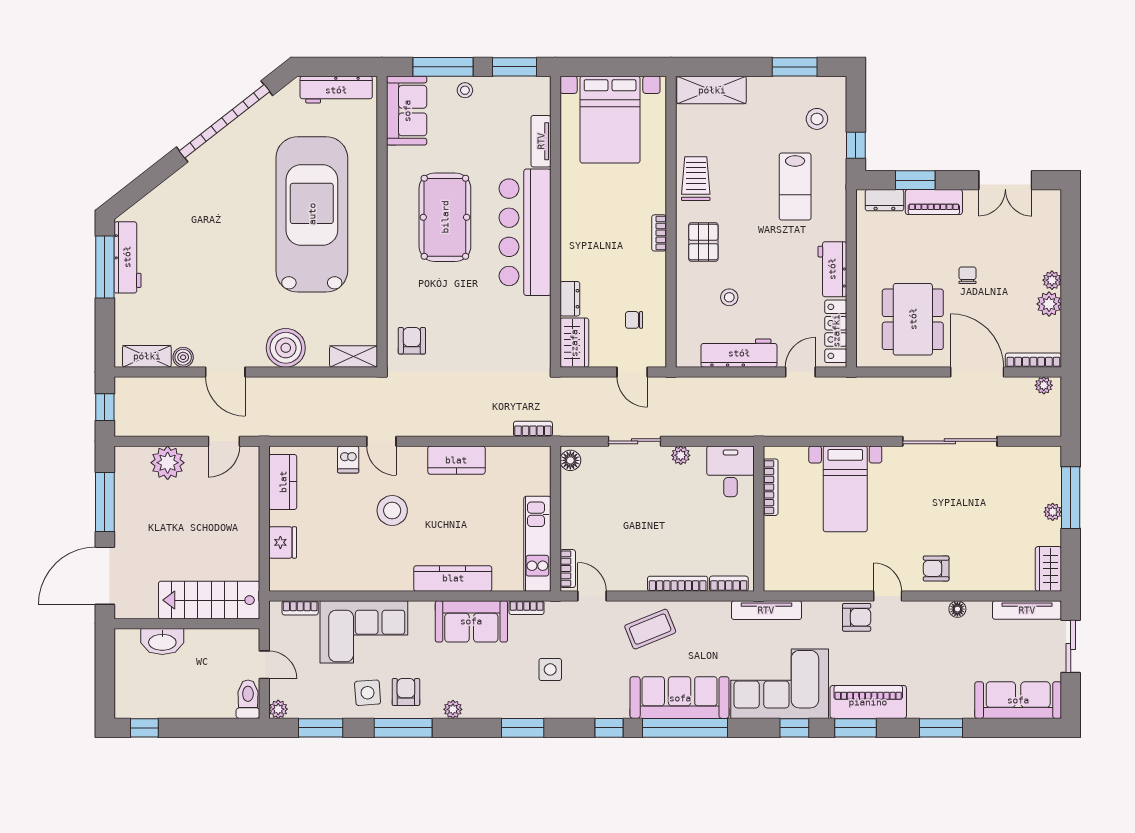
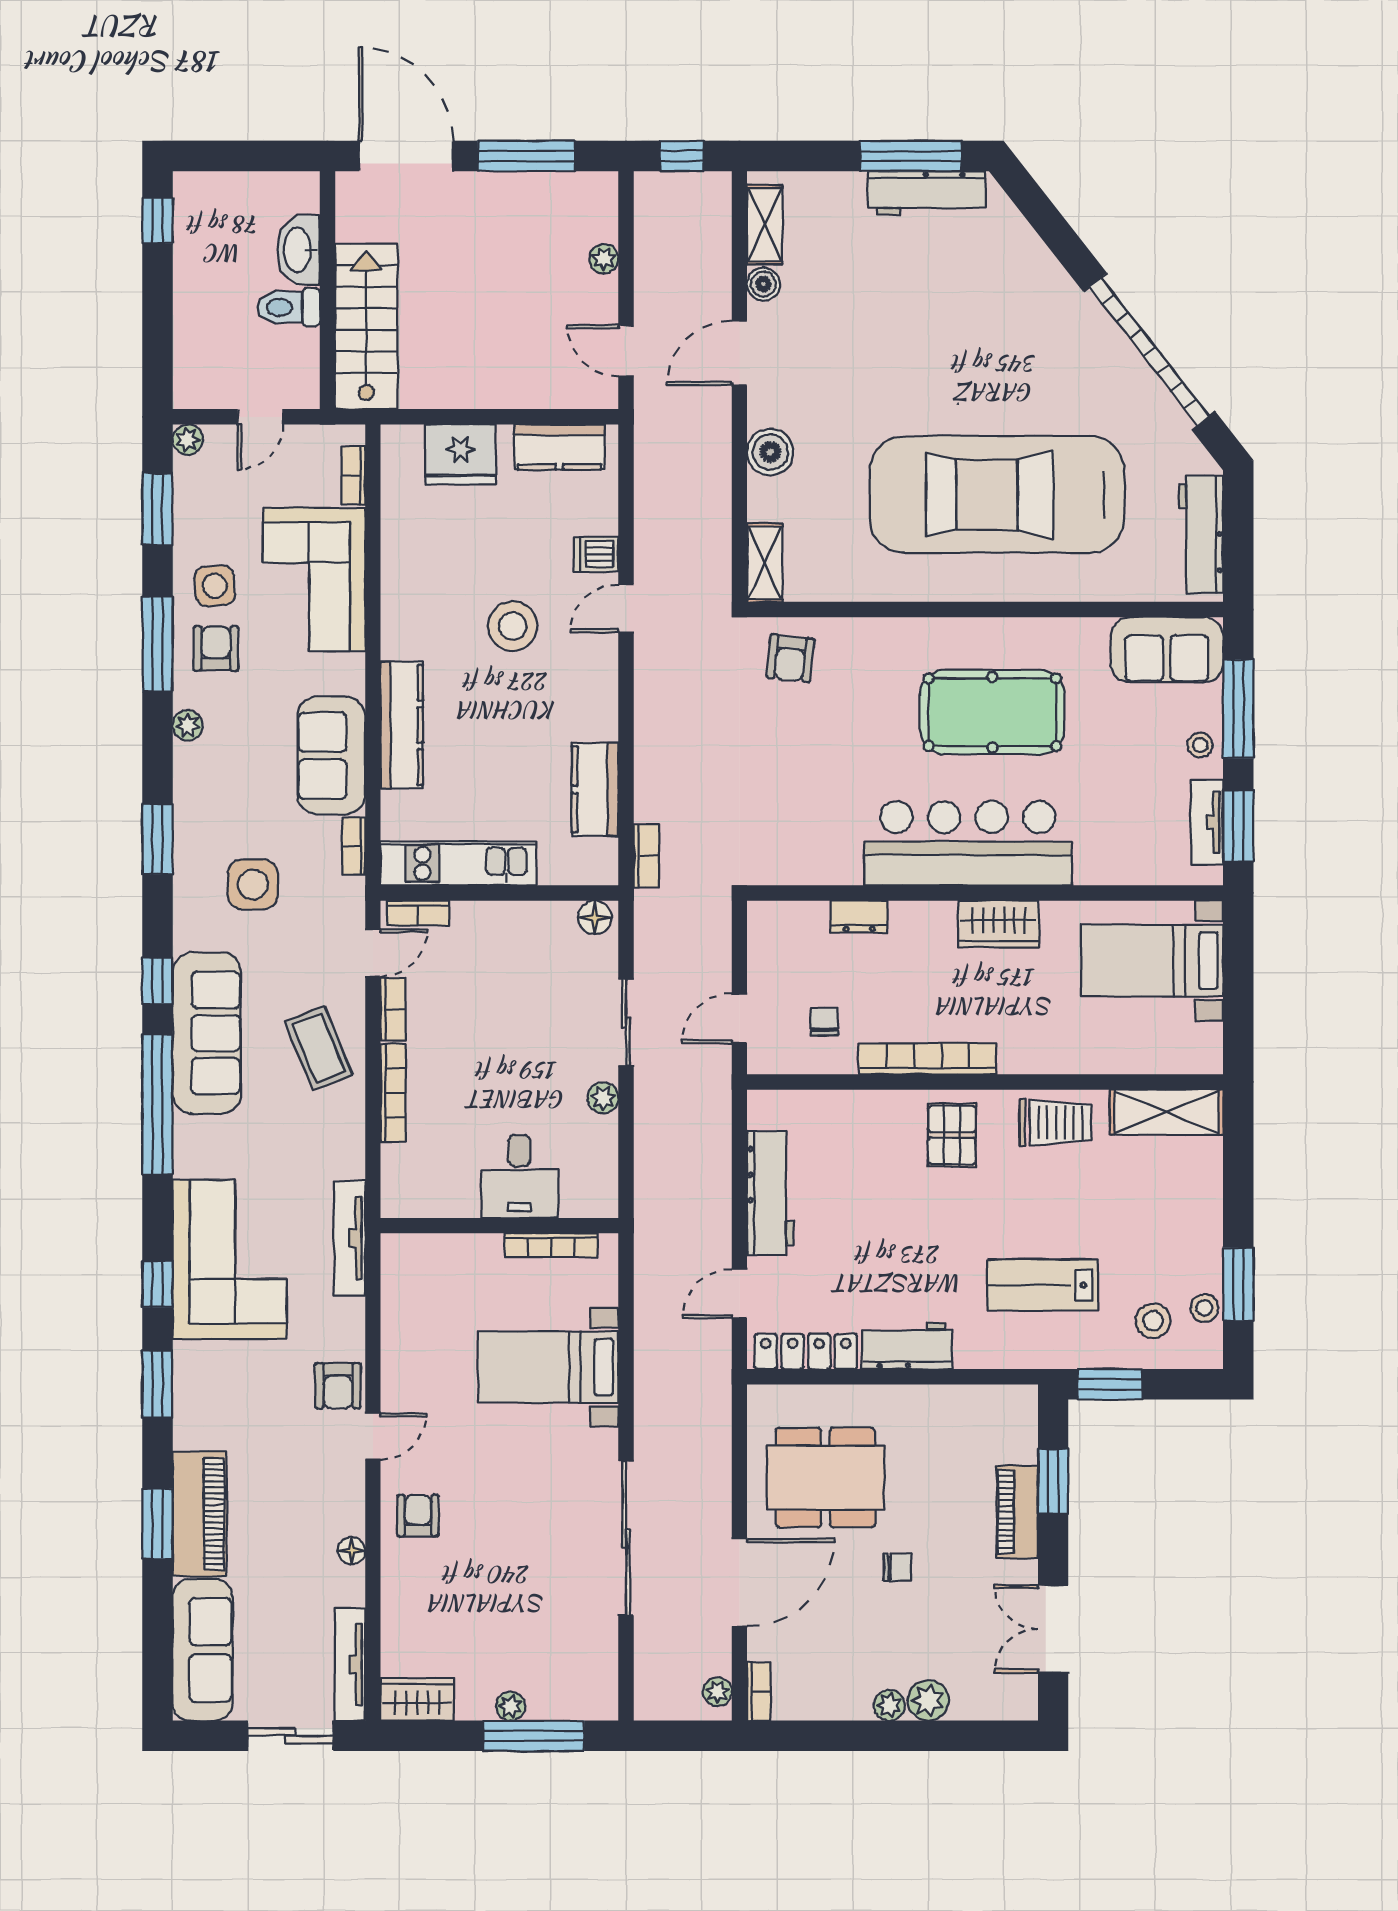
shelving: (712, 90) -> (1166, 1112), moved, turned 90
bed with nightstands: (610, 120) -> (1152, 961), width x0.73
tv unit: (541, 141) -> (1207, 822), moved, turned -90
window: (856, 145) -> (1110, 1384), width x1.50
dresser: (884, 200) -> (1020, 1431), removed
car: (312, 214) -> (997, 495), turned 180
bookcase: (659, 233) -> (928, 1059), width x2.31, depth x1.31
pallet: (703, 242) -> (952, 1135), turned 90
stool: (729, 297) -> (1204, 1308), moved
plant: (1049, 304) -> (928, 1700), moved
armchair: (412, 341) -> (790, 658), turned 96
wardrobe: (574, 343) -> (999, 924), moved
boiler: (286, 348) -> (770, 452), width x0.73, depth x0.73
bookcase: (1033, 360) -> (759, 1691), width x0.64
door: (800, 372) -> (739, 1294), swing flipped
kitchen counter: (456, 460) -> (595, 789), moved
plant: (168, 463) -> (604, 259), width x0.53, depth x0.53
desk: (731, 471) -> (519, 1176), moved, turned 90
fridge: (283, 542) -> (461, 454), width x1.36, depth x1.34
bookcase: (729, 584) -> (393, 1009), moved
side table: (550, 669) -> (253, 885), width x1.37, depth x1.37
armchair: (406, 692) -> (216, 648), turned -90
sofa: (680, 698) -> (207, 1033), moved
toilet: (248, 699) -> (288, 307), moved, turned 180
piano: (868, 702) -> (200, 1514), moved

